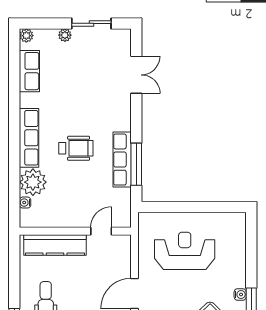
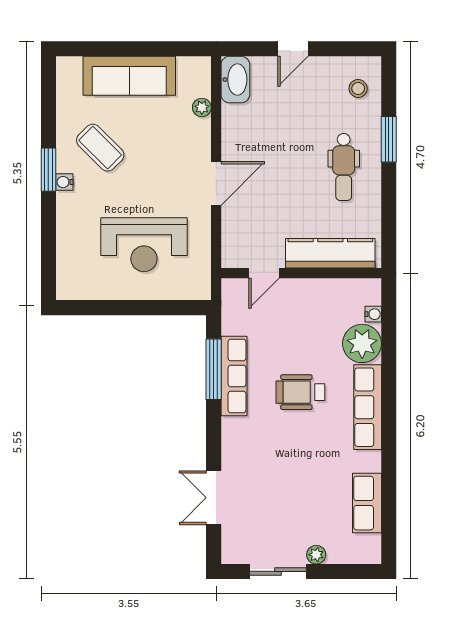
plant: (26, 36) -> (371, 554), removed

